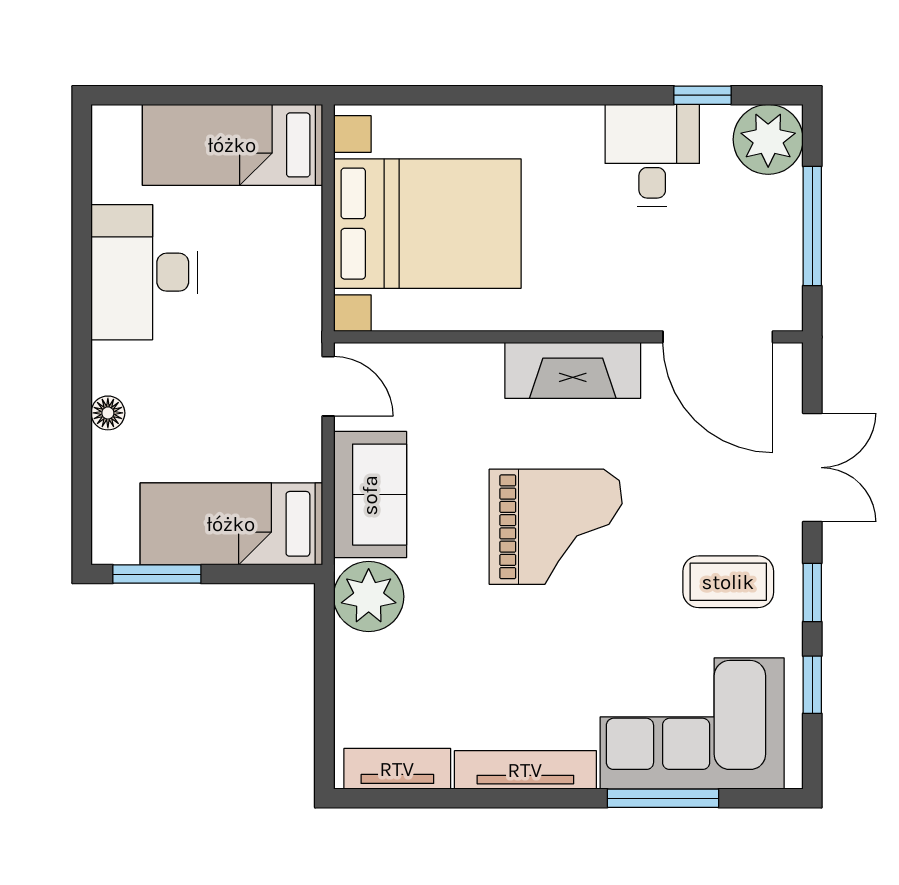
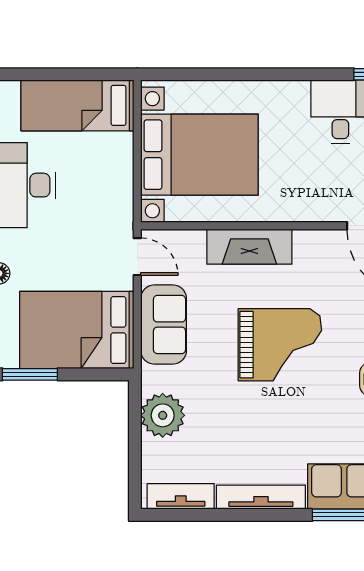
fireplace: (573, 370) -> (249, 247), moved
bed: (231, 524) -> (77, 330), width x1.50
plant: (369, 597) -> (163, 415), moved

